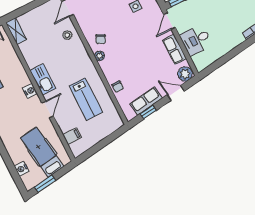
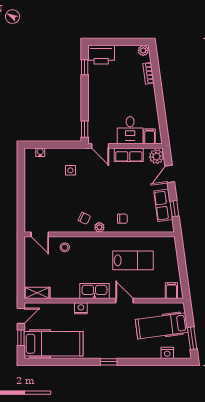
filing cabinet: (199, 59) -> (150, 136), added
chair: (118, 87) -> (122, 219), moved
nightstand: (30, 91) -> (81, 308), moved
filing cabinet: (72, 136) -> (171, 291), moved

